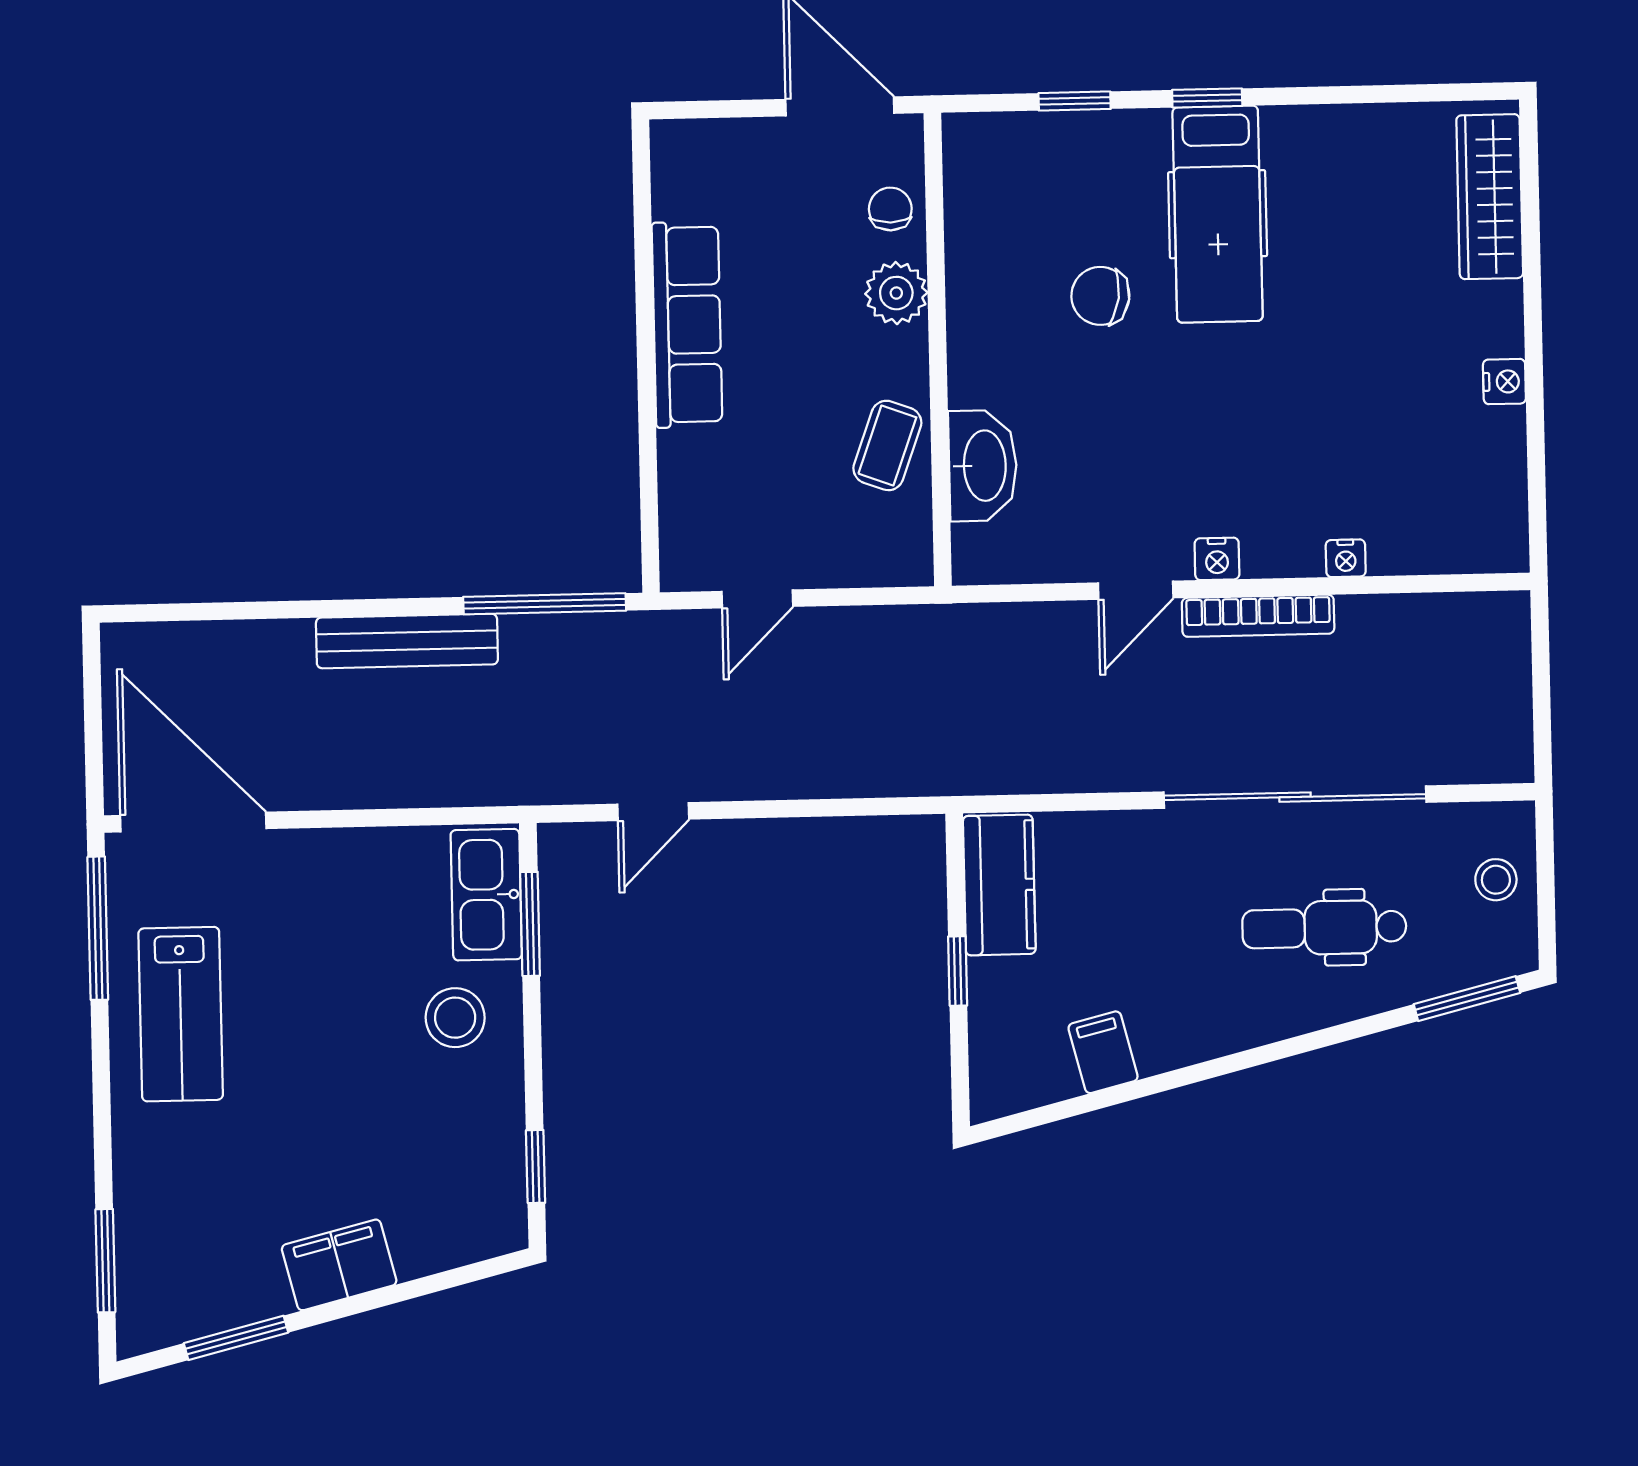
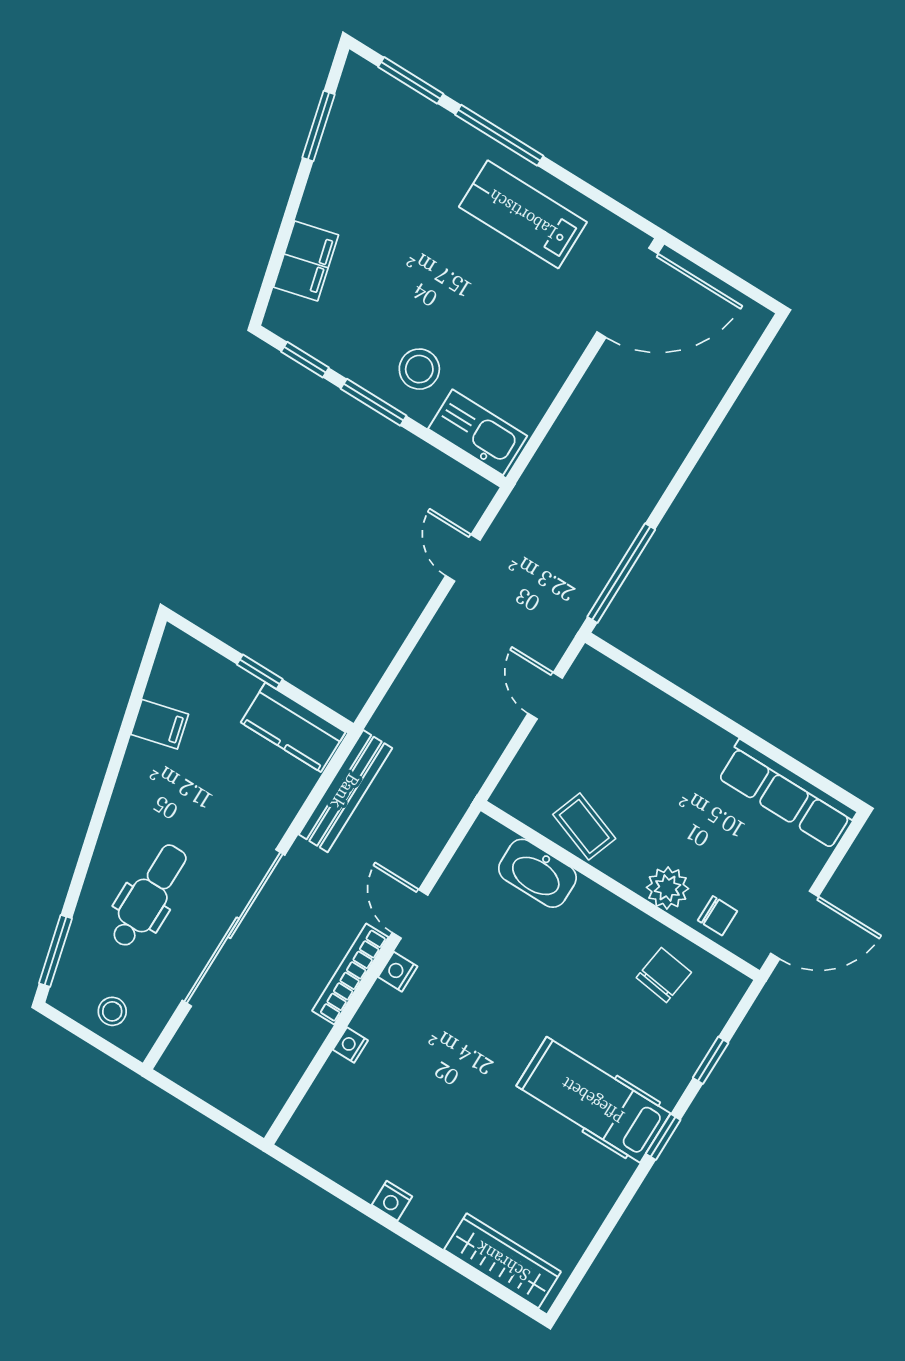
chair: (1100, 296) -> (664, 975), moved
row of seats: (687, 325) -> (787, 794), moved
bench: (407, 641) -> (345, 791), moved
window: (530, 924) -> (374, 402), moved
window: (98, 928) -> (499, 135), moved
filing cabinet: (339, 1265) -> (306, 261), moved

